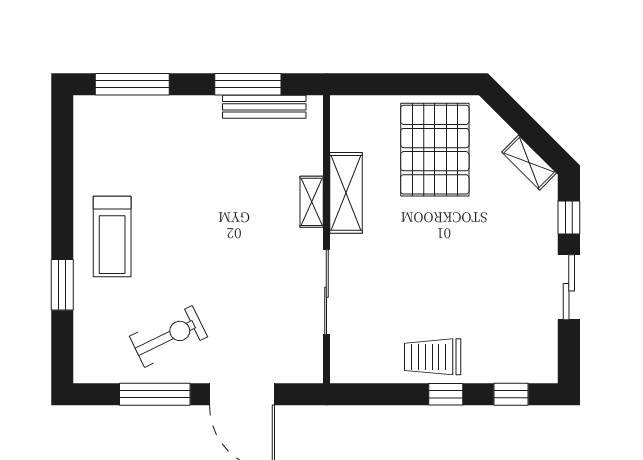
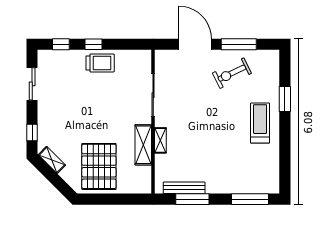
sliding door: (569, 287) -> (32, 84), moved

